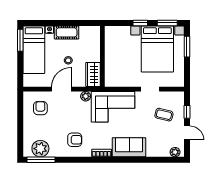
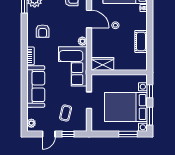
cot: (67, 32) -> (141, 41), moved
wall: (102, 56) -> (119, 72), moved
wardrobe: (93, 74) -> (102, 64), moved
sofa: (129, 147) -> (36, 86), width x1.36

